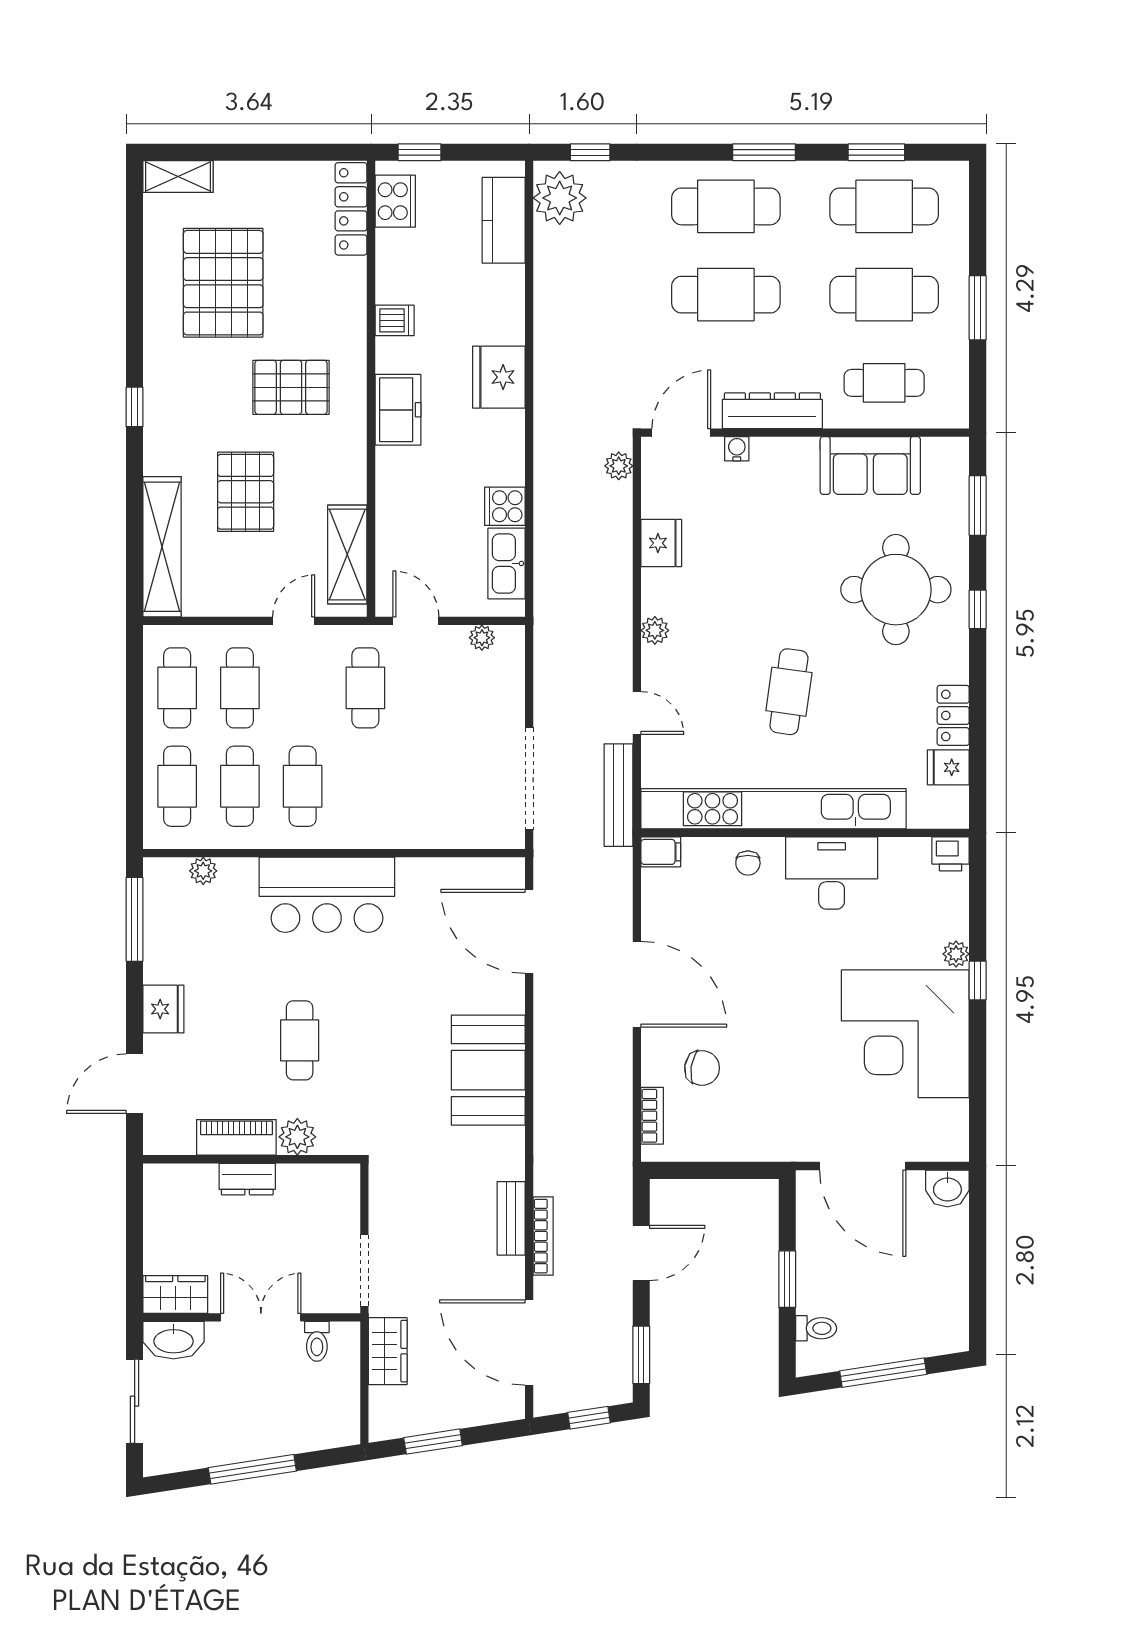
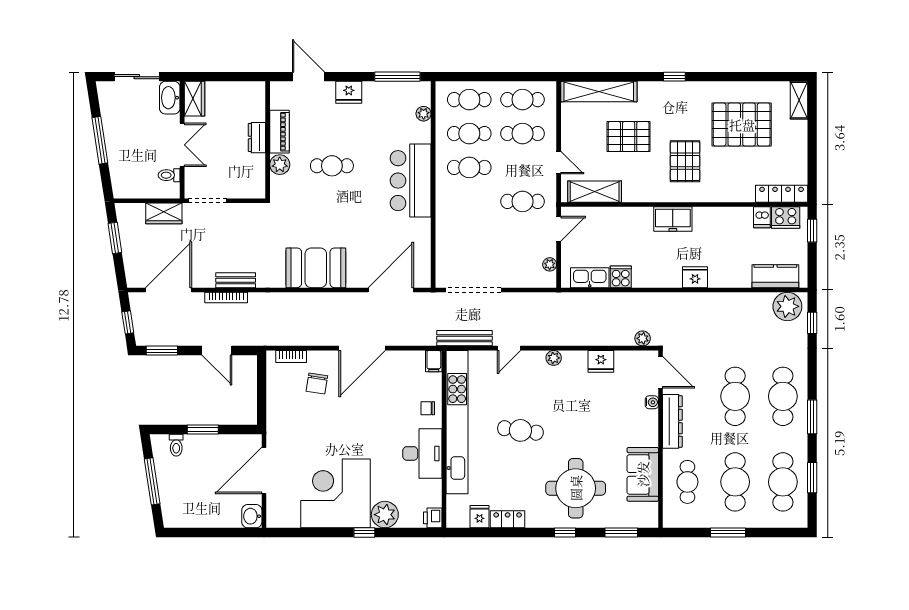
dishwasher: (395, 320) -> (762, 217), moved
fridge: (499, 377) -> (695, 277), width x0.73, depth x0.75
plant: (956, 954) -> (385, 515), width x1.87, depth x1.87

